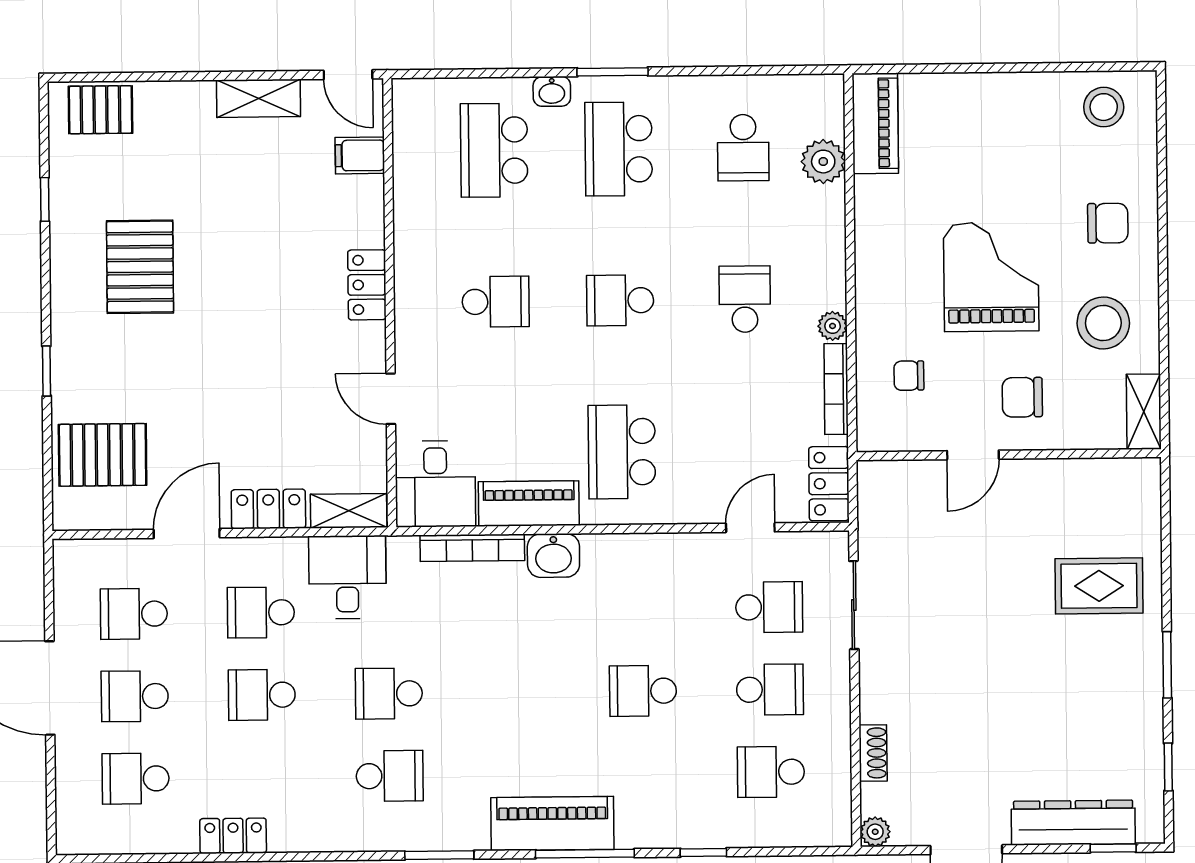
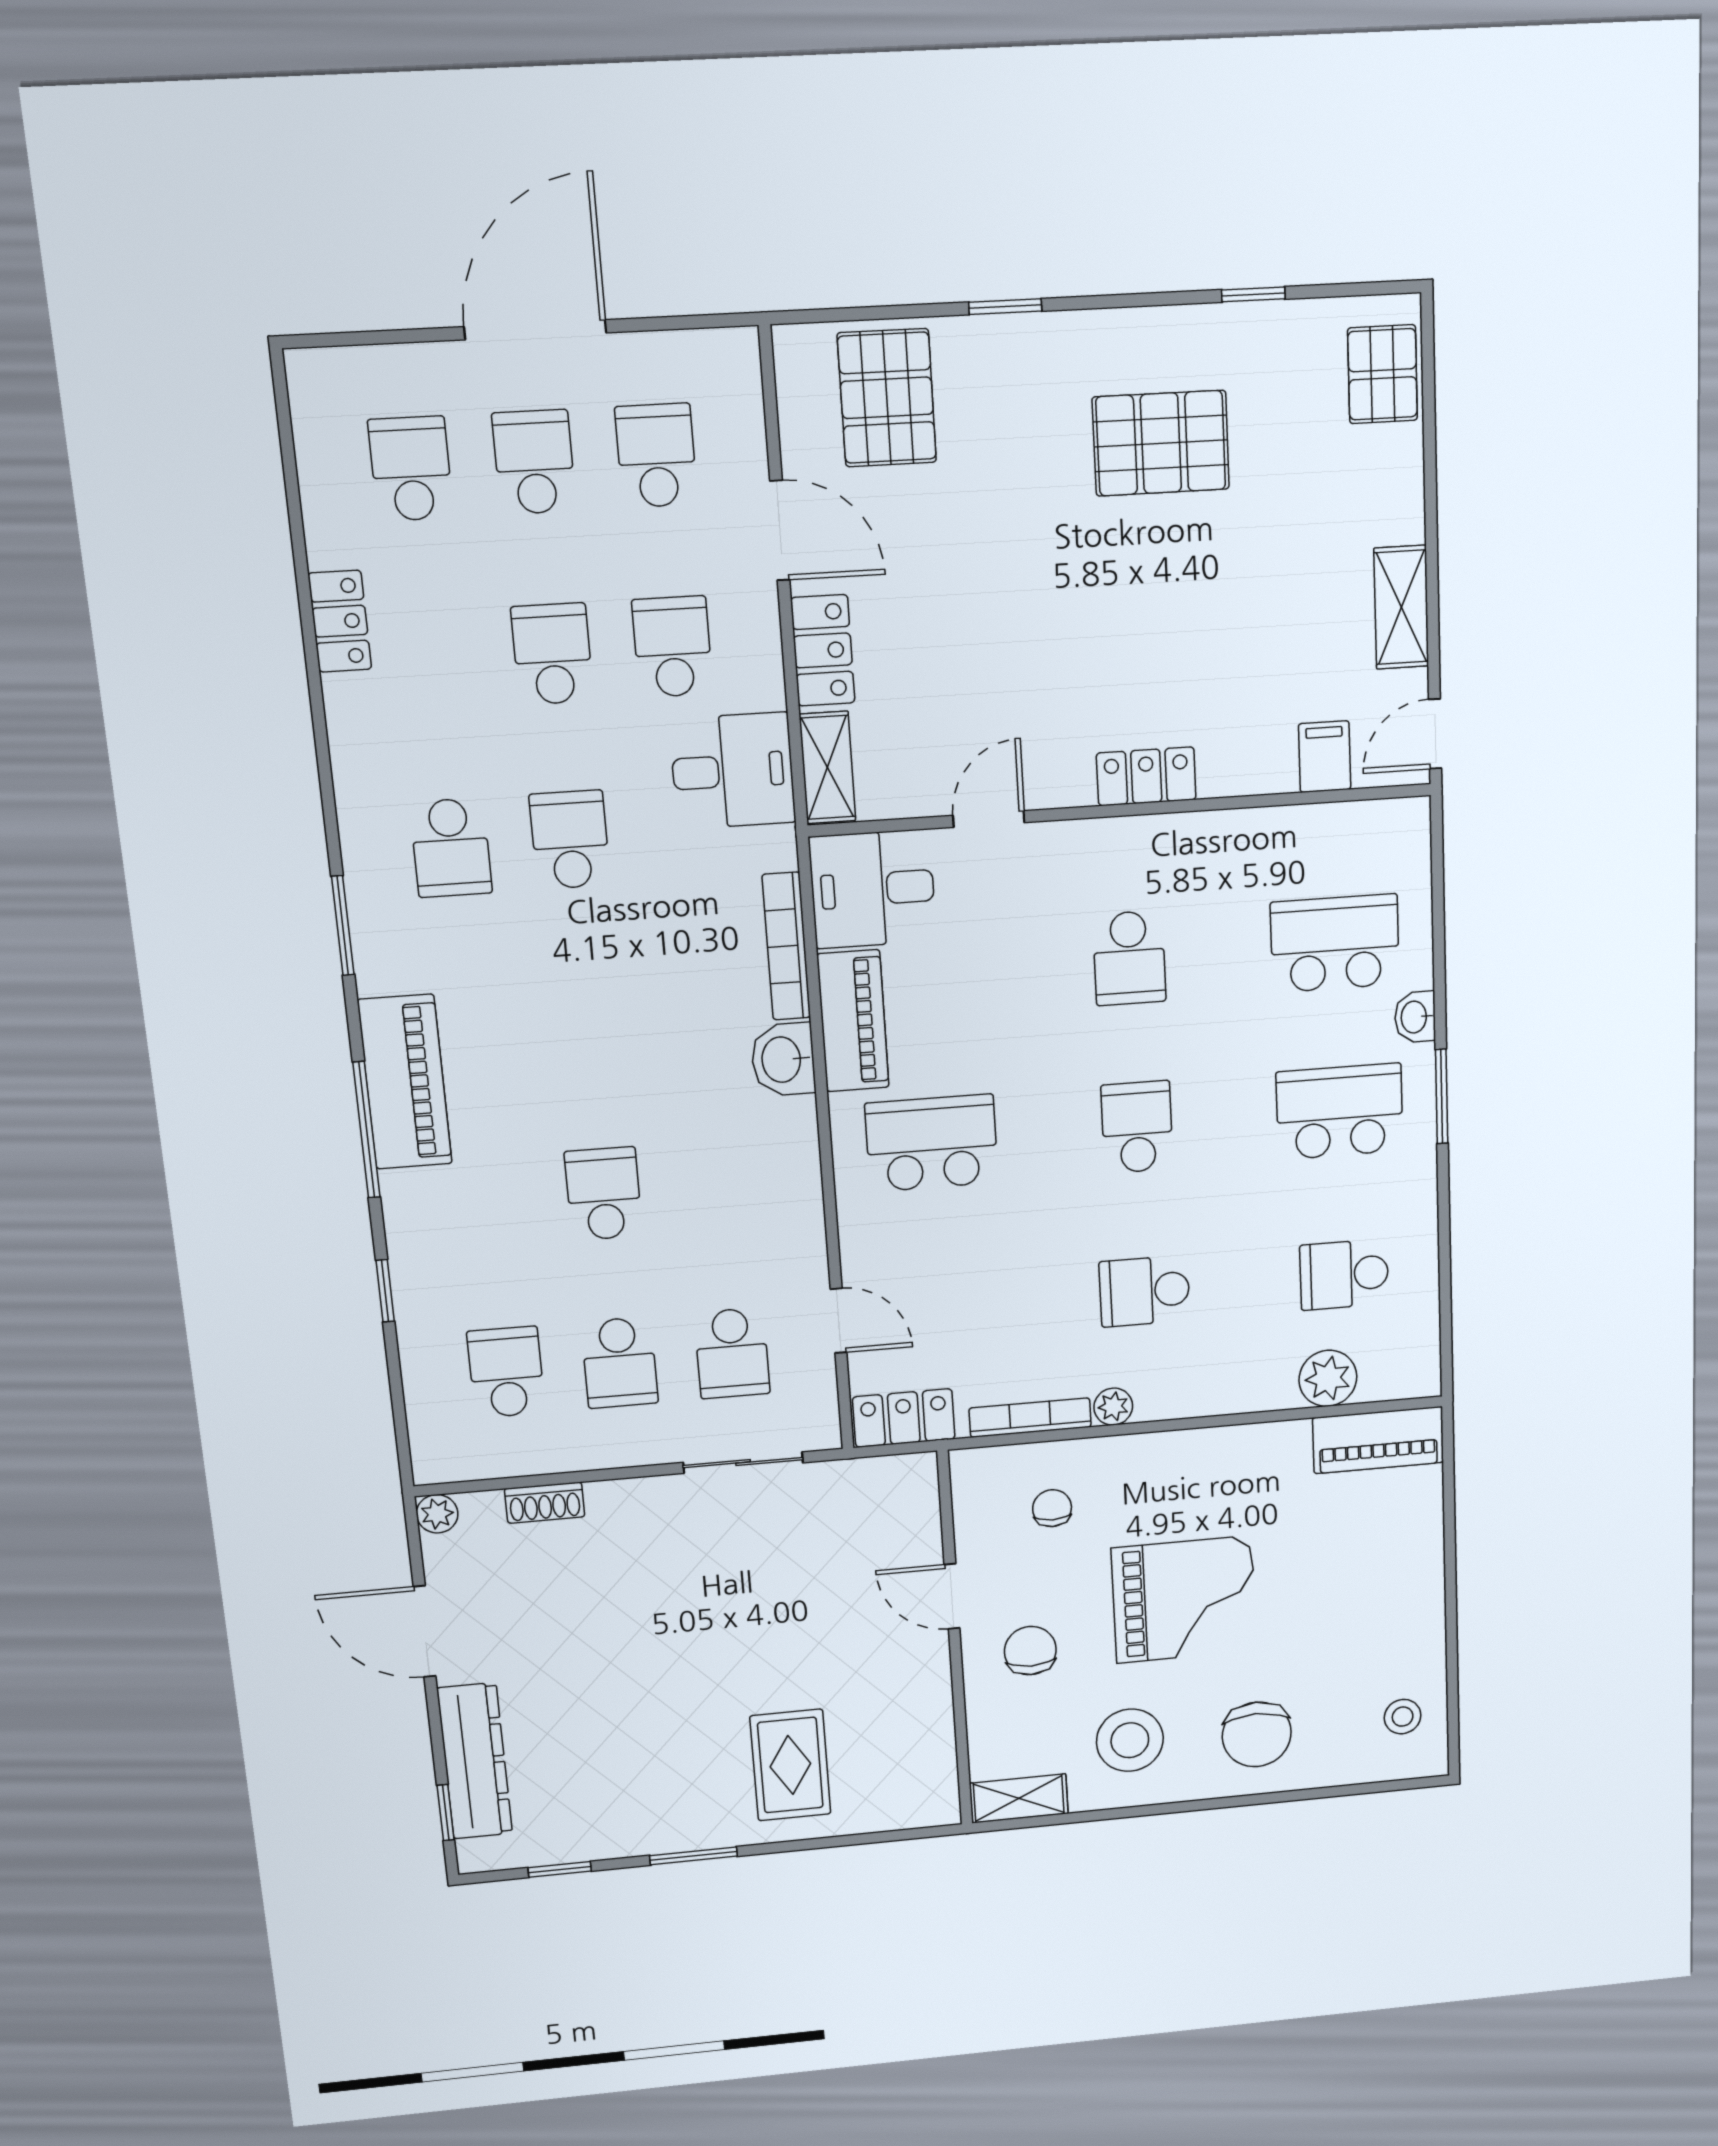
stool: (1104, 107) -> (1403, 1717), width x0.73, depth x0.73
chair: (1108, 223) -> (1257, 1734), width x1.37, depth x1.37
school desk: (745, 299) -> (1145, 1291), turned 180

